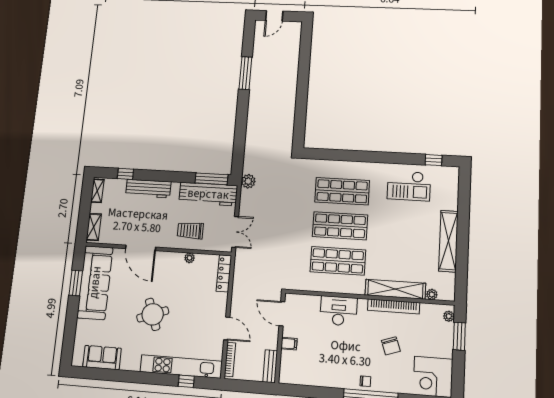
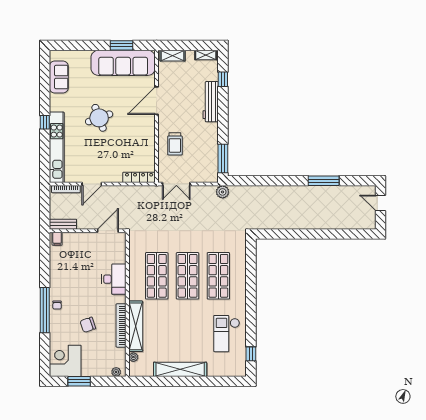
workbench: (208, 194) -> (209, 157), removed
trolley: (190, 231) -> (175, 144), turned 180
plant: (190, 258) -> (151, 146), removed
window: (459, 336) -> (79, 381), moved
filing cabinet: (289, 344) -> (57, 239), moved
window: (186, 381) -> (45, 122), moved

